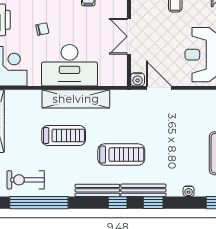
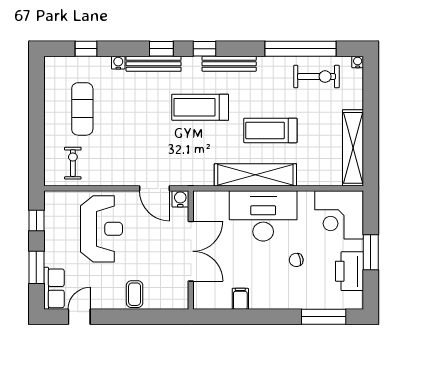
double door: (129, 36) -> (191, 251), width x1.37
bench: (143, 190) -> (154, 64), moved

